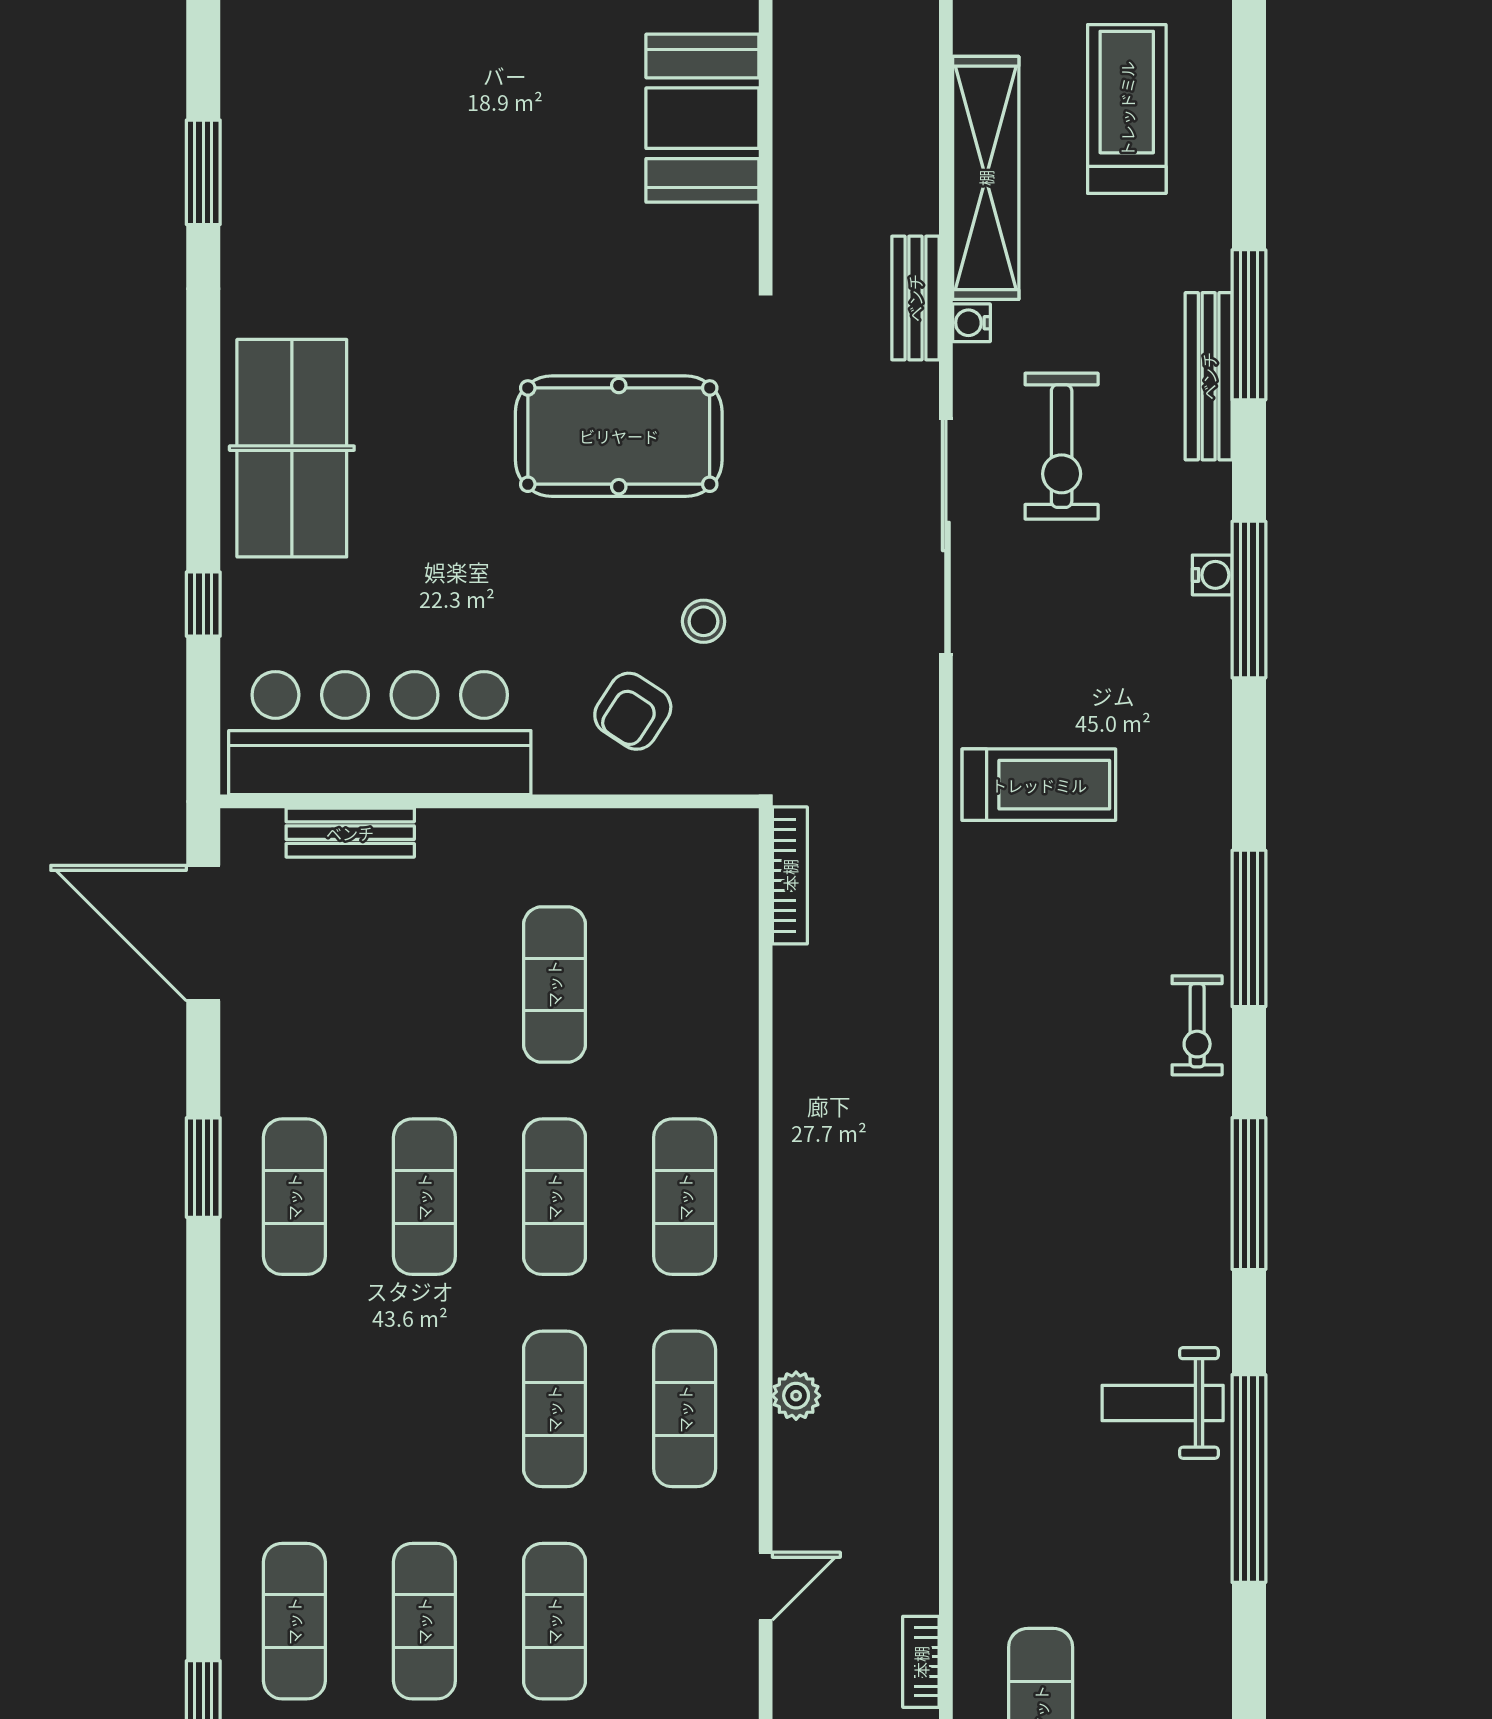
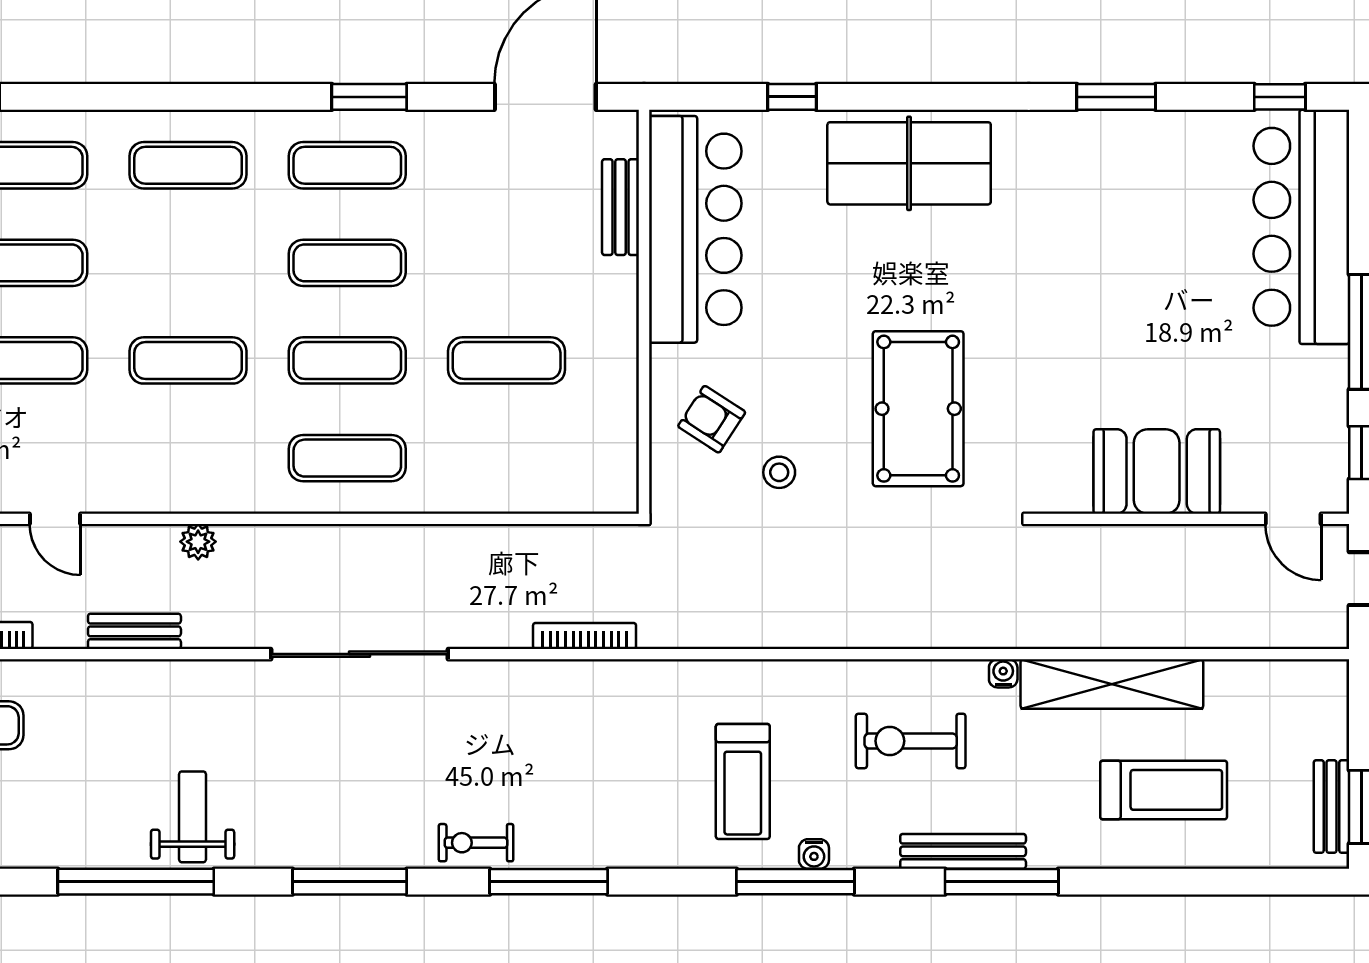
bench: (915, 298) -> (134, 631), moved
sliding door: (946, 537) -> (360, 654), moved
treadmill: (1039, 785) -> (743, 781), moved
bookcase: (790, 875) -> (585, 636), moved, turned 180
exercise mat: (685, 1409) -> (188, 165), moved

